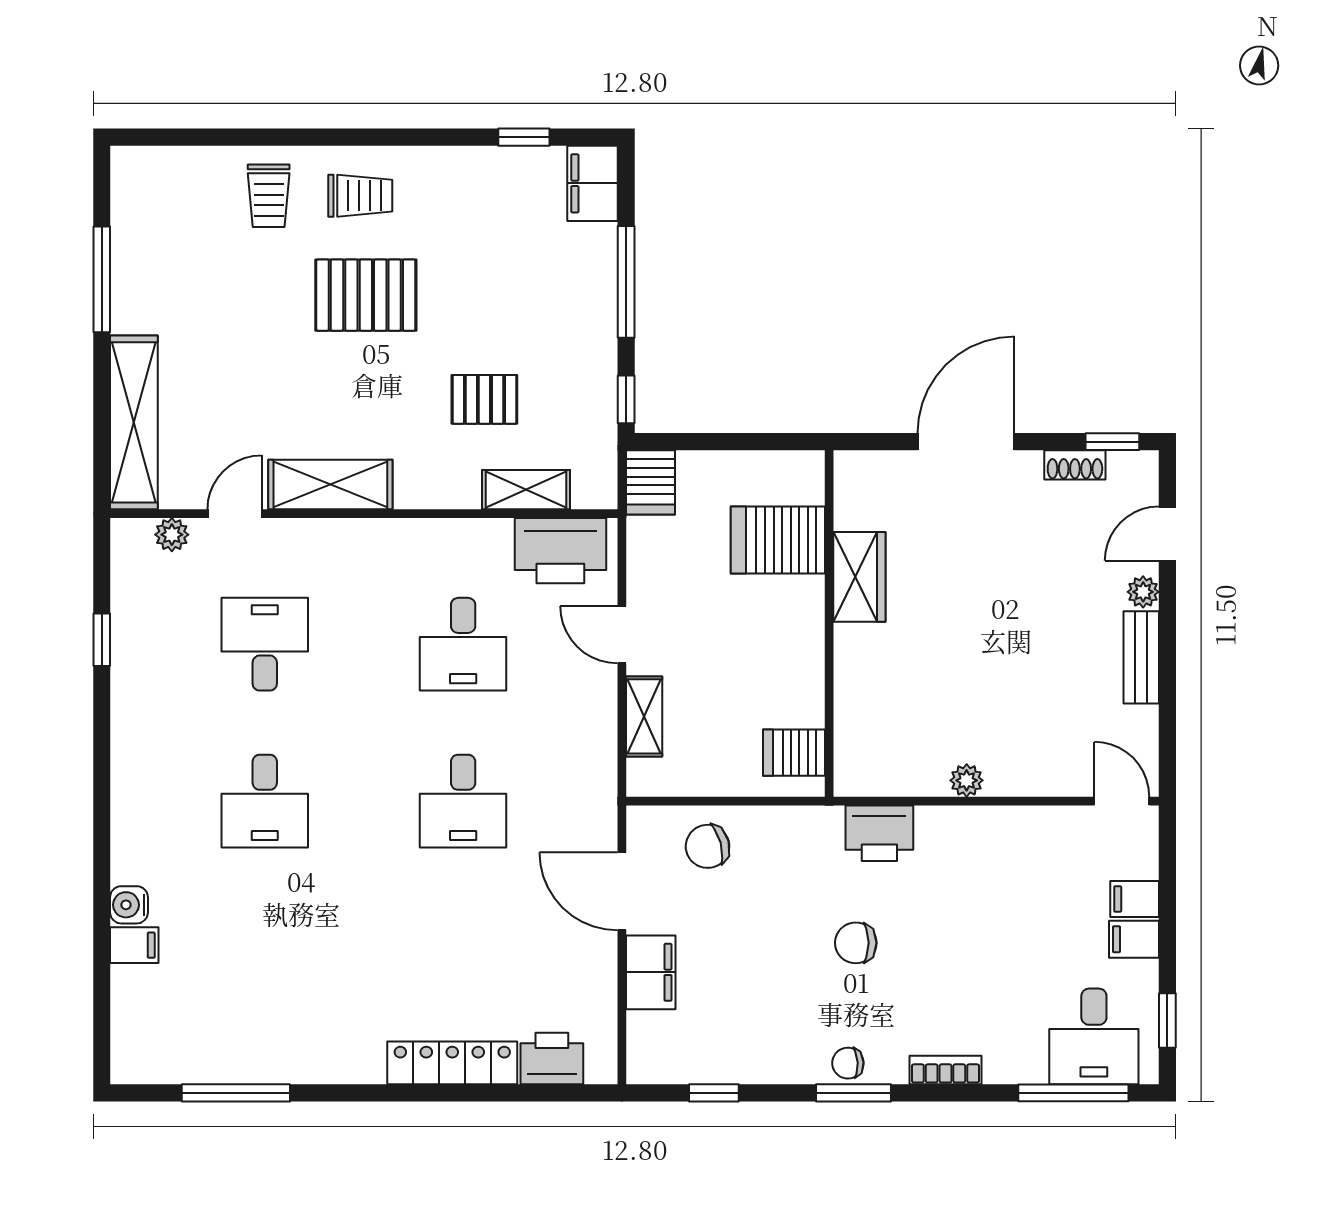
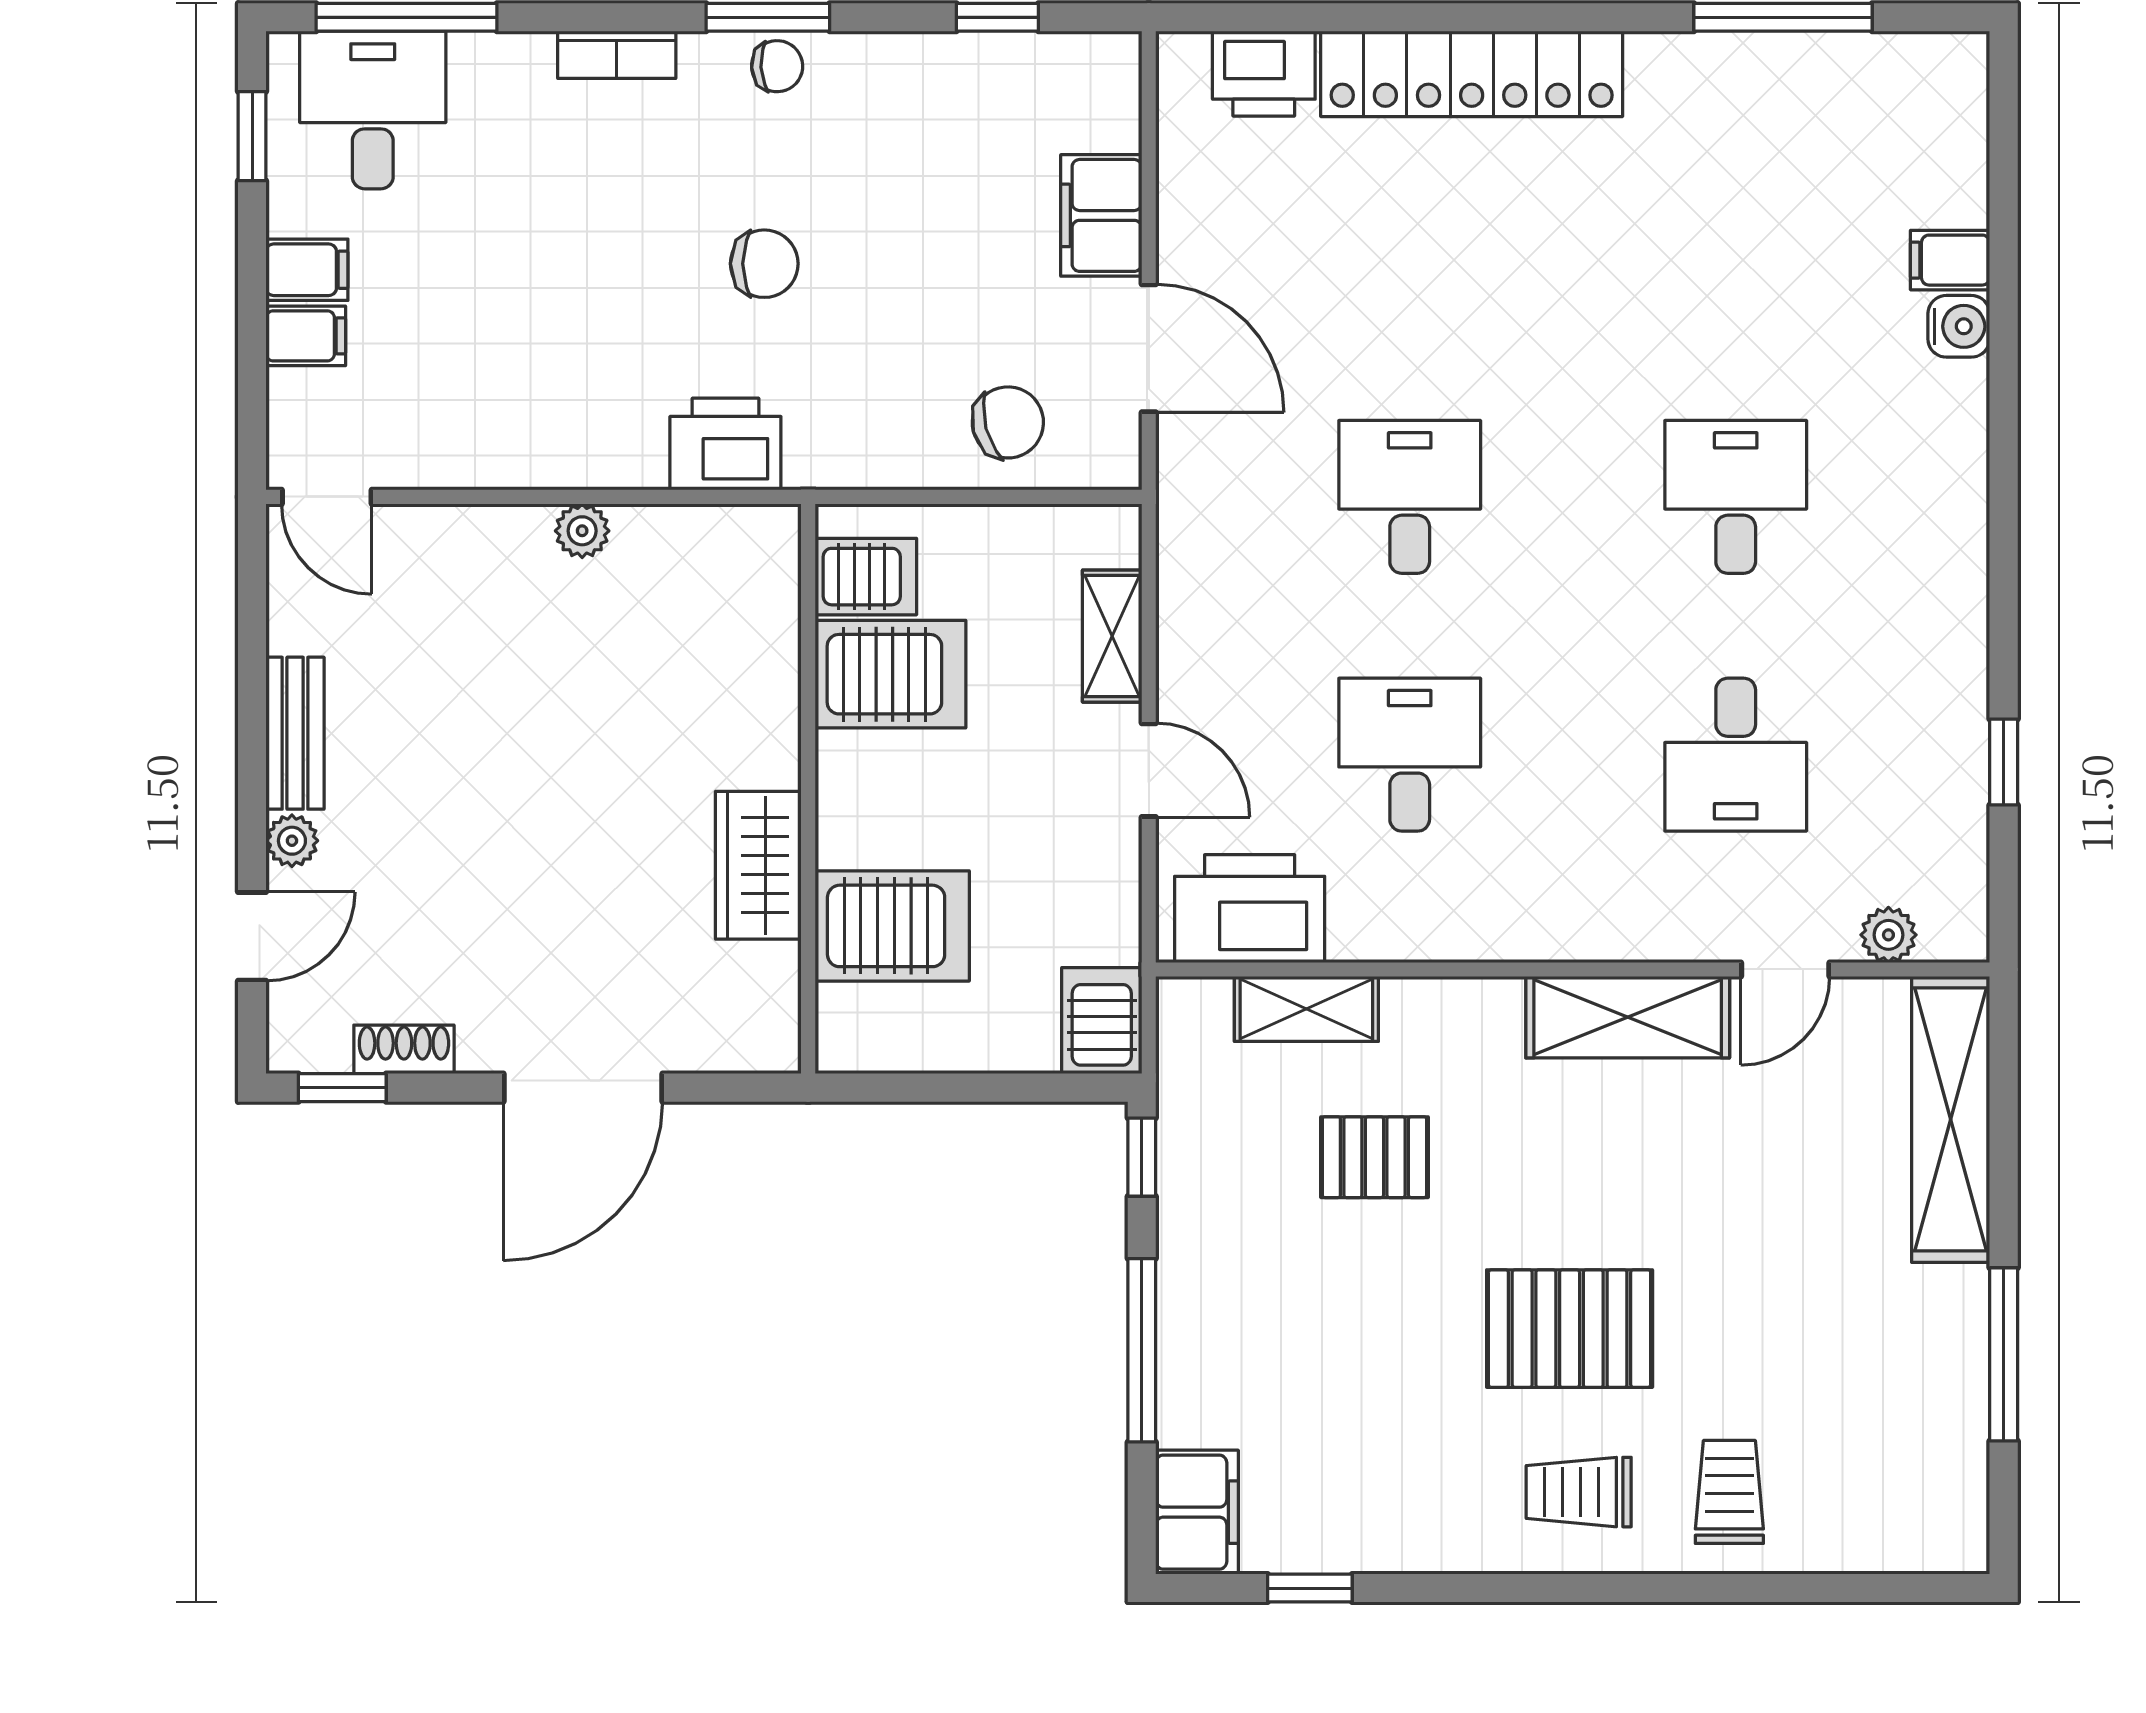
server rack: (779, 693) -> (890, 674), added
locker: (452, 1063) -> (1472, 74), width x1.41, depth x1.21

